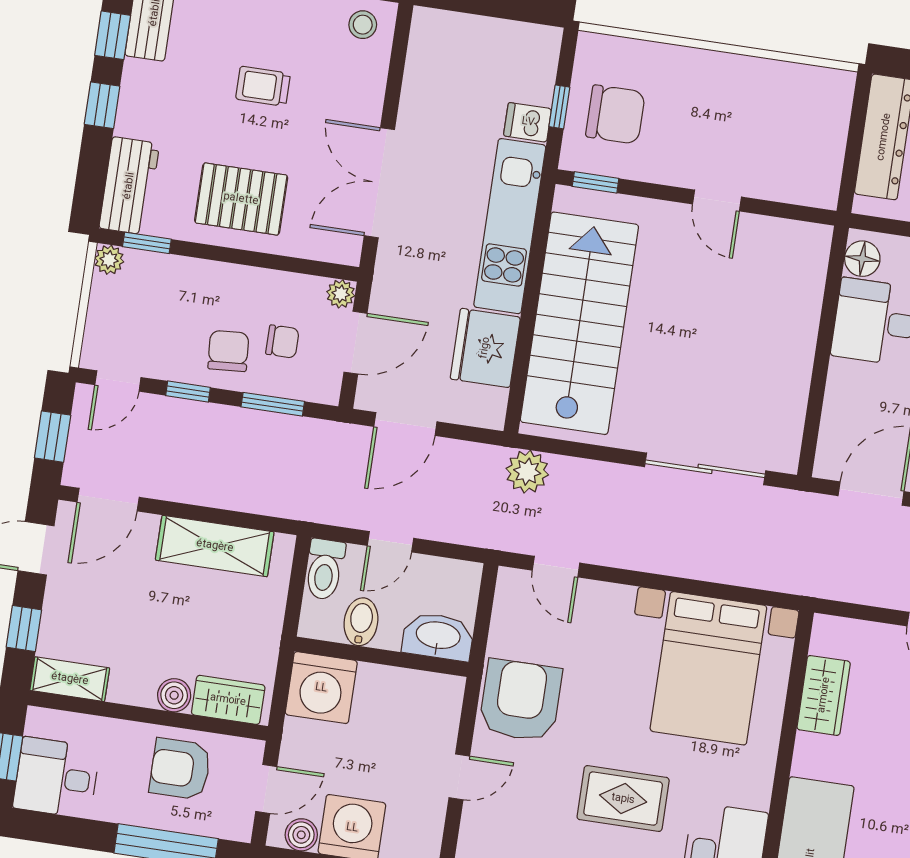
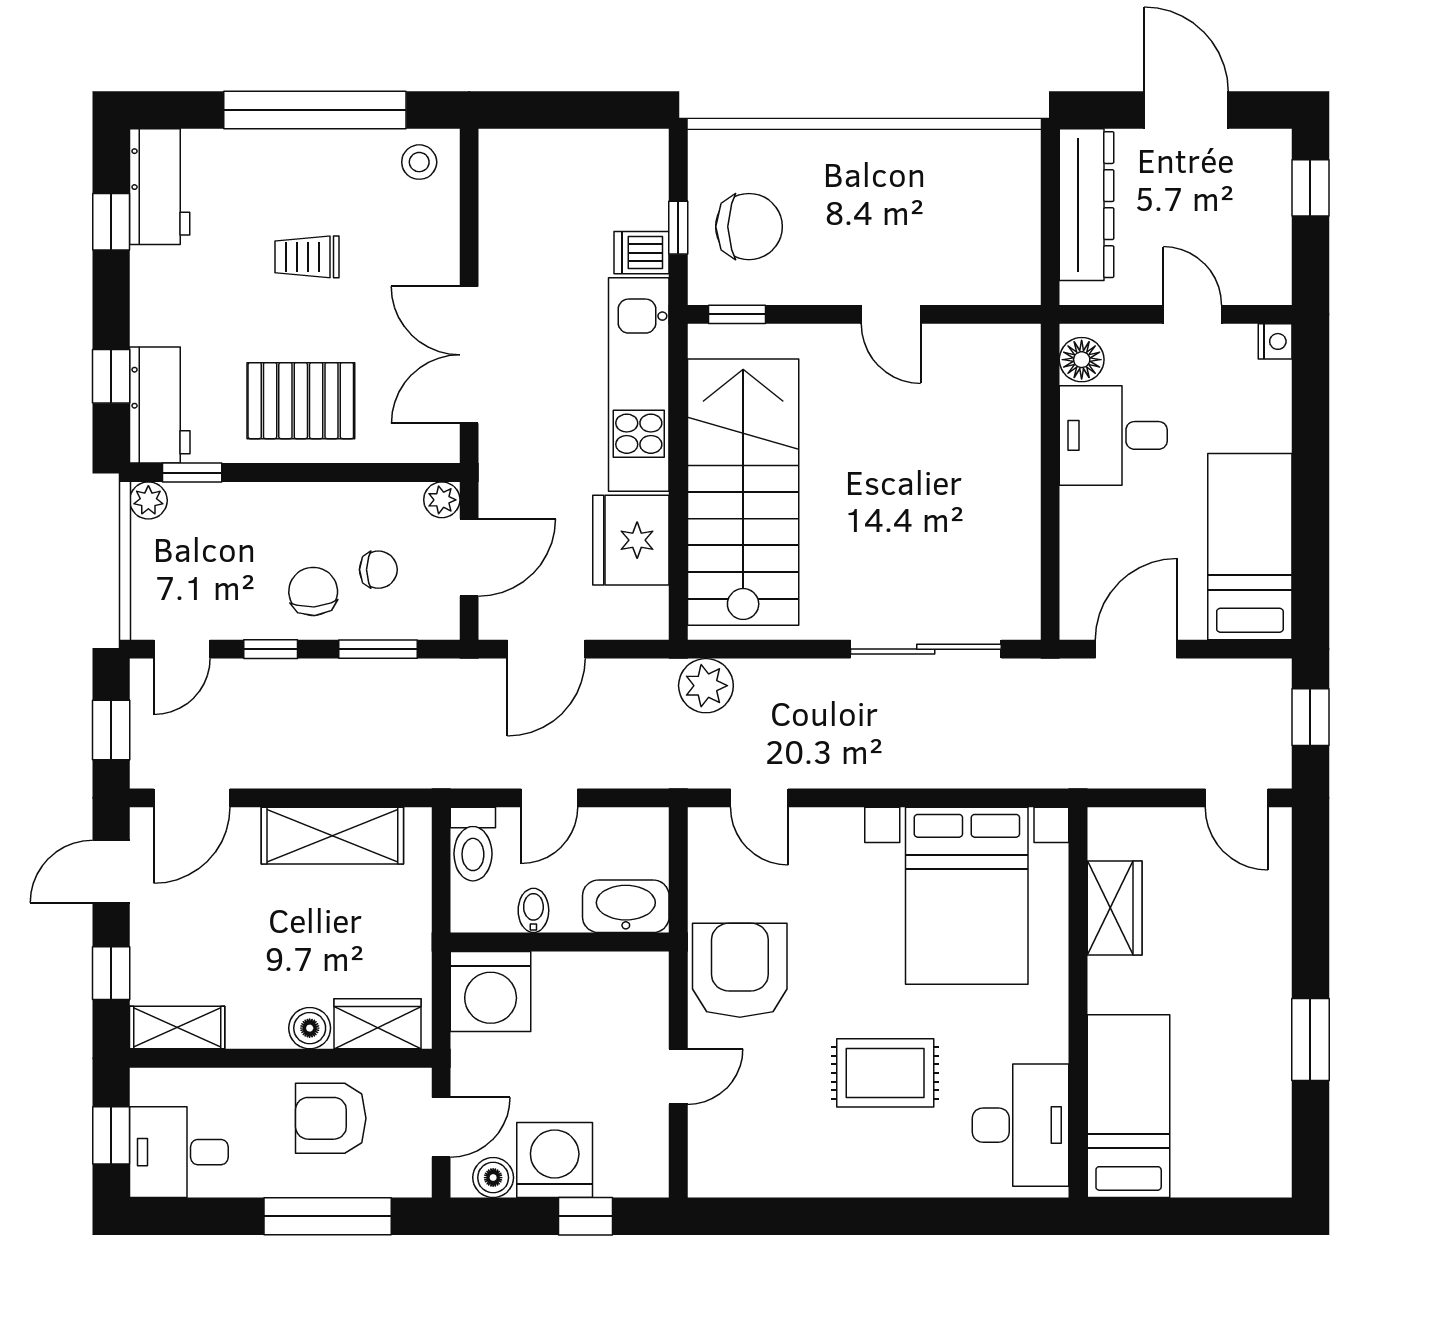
window: (102, 105) -> (111, 376), moved
bidet: (361, 622) -> (533, 910), width x0.72, depth x0.74

